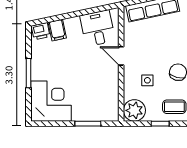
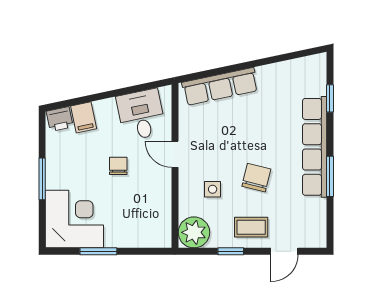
chair: (82, 64) -> (118, 166), added
window: (88, 124) -> (98, 251), moved

